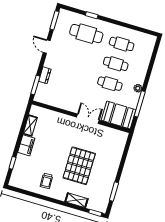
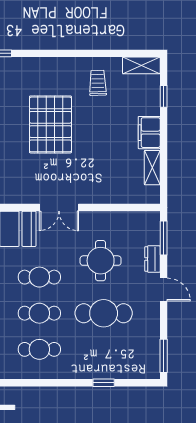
cafe table: (86, 34) -> (104, 313), moved
door: (47, 47) -> (164, 290), moved
round table: (74, 83) -> (101, 261), added
shelving: (77, 200) -> (141, 65), moved

